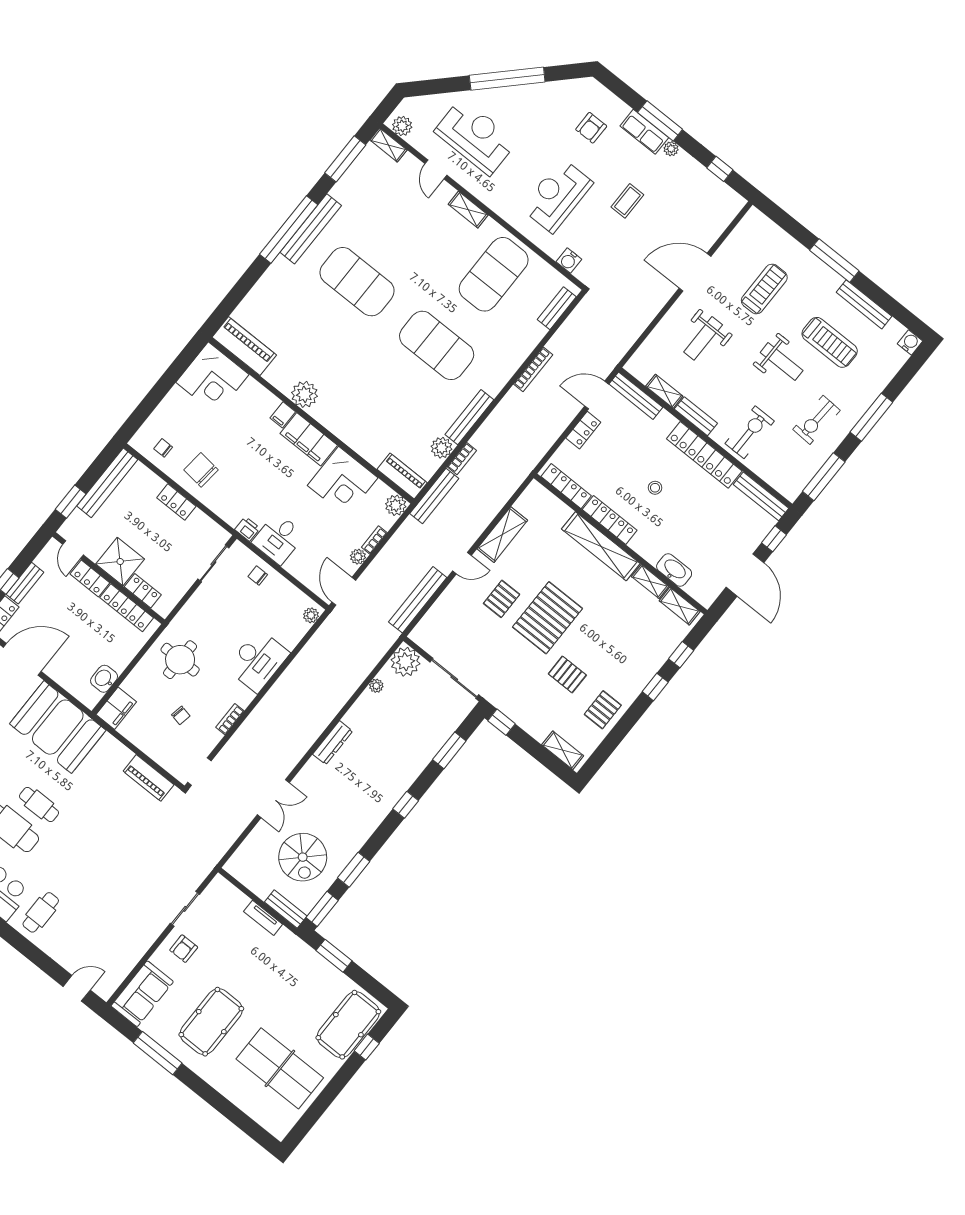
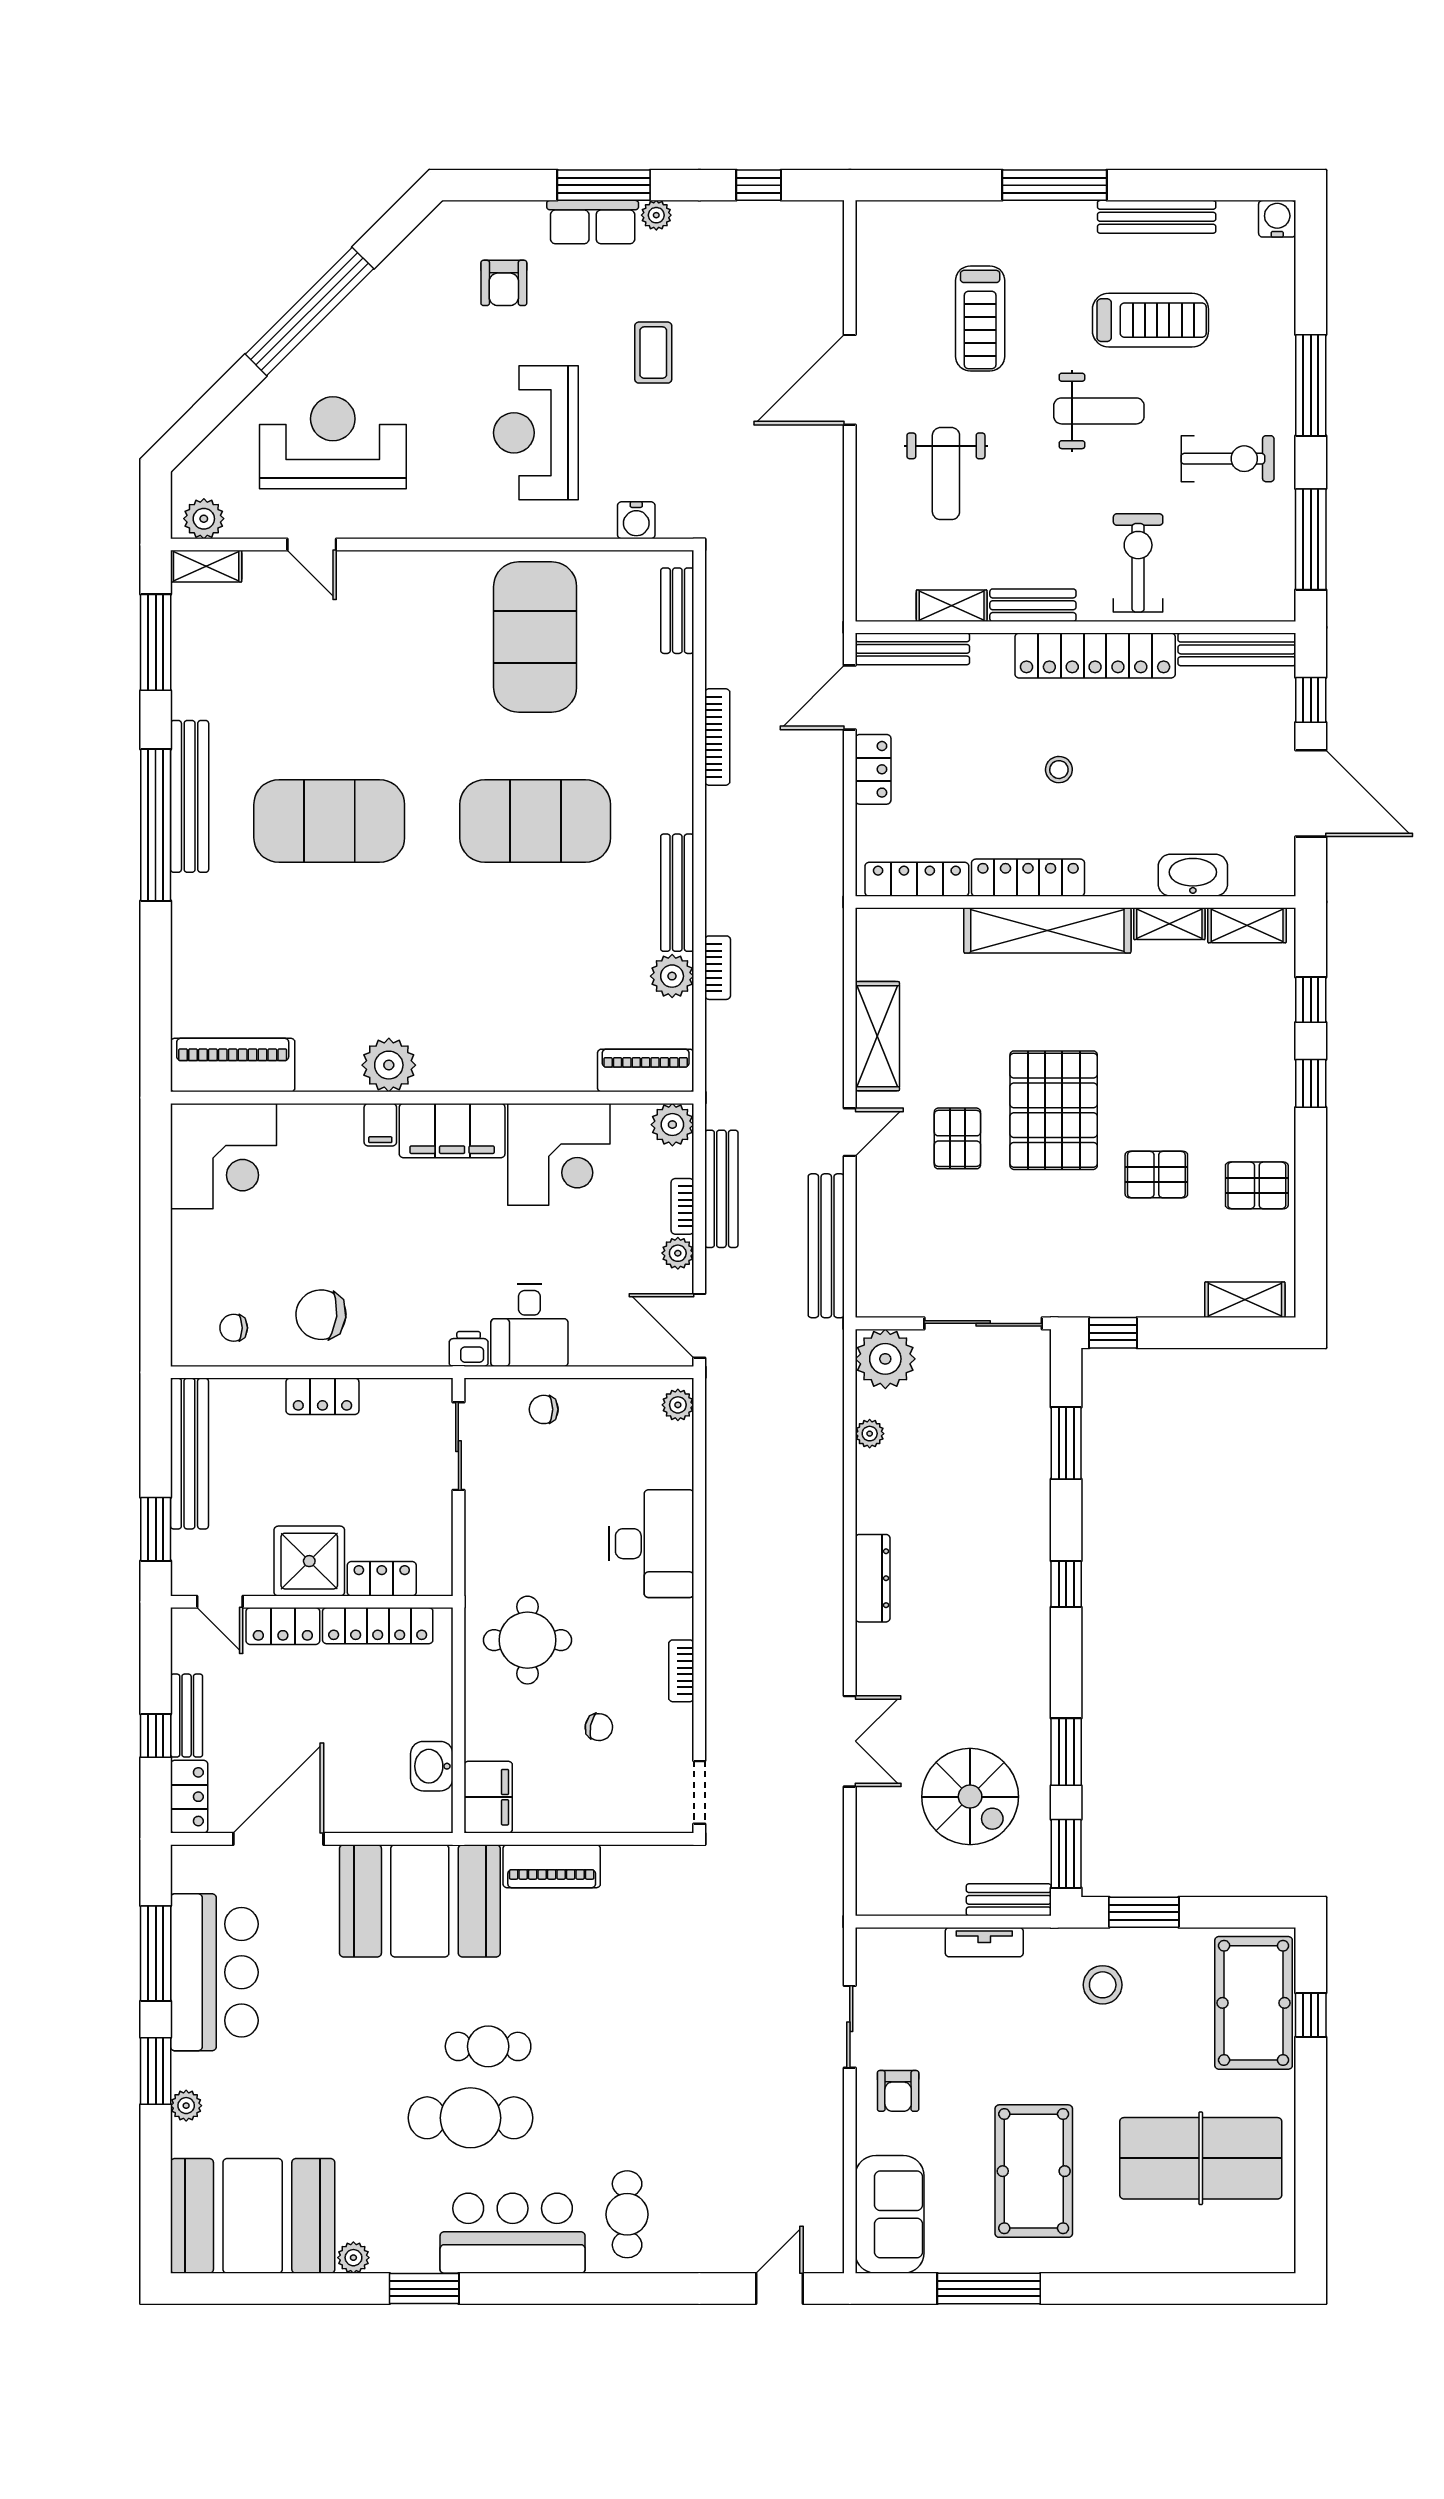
shelving: (468, 210) -> (413, 567), removed
treadmill: (764, 289) -> (980, 318), turned 180
exercise bike: (816, 420) -> (1228, 459), turned -93
bench: (434, 496) -> (721, 1189), moved
pallet: (603, 710) -> (1257, 1185), turned 90
piano: (149, 778) -> (552, 1866), moved
stool: (296, 971) -> (1103, 1985), added

